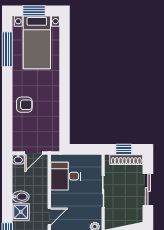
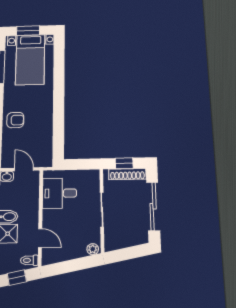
door: (34, 153) -> (24, 169), swing flipped
sliding door: (148, 190) -> (153, 206), width x1.37
door: (49, 216) -> (40, 238), hinge flipped

